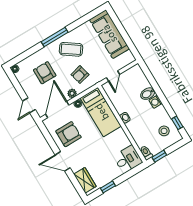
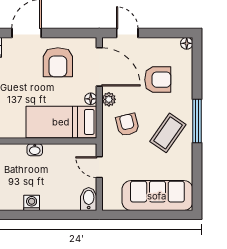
bidet: (148, 94) -> (89, 199), moved

